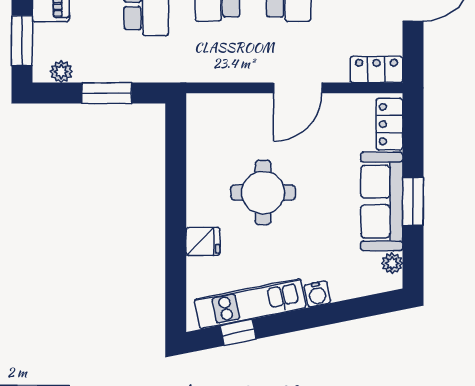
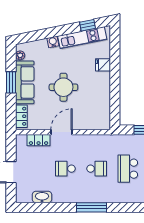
locker: (376, 69) -> (39, 140), moved
round table: (263, 193) -> (63, 87), moved

